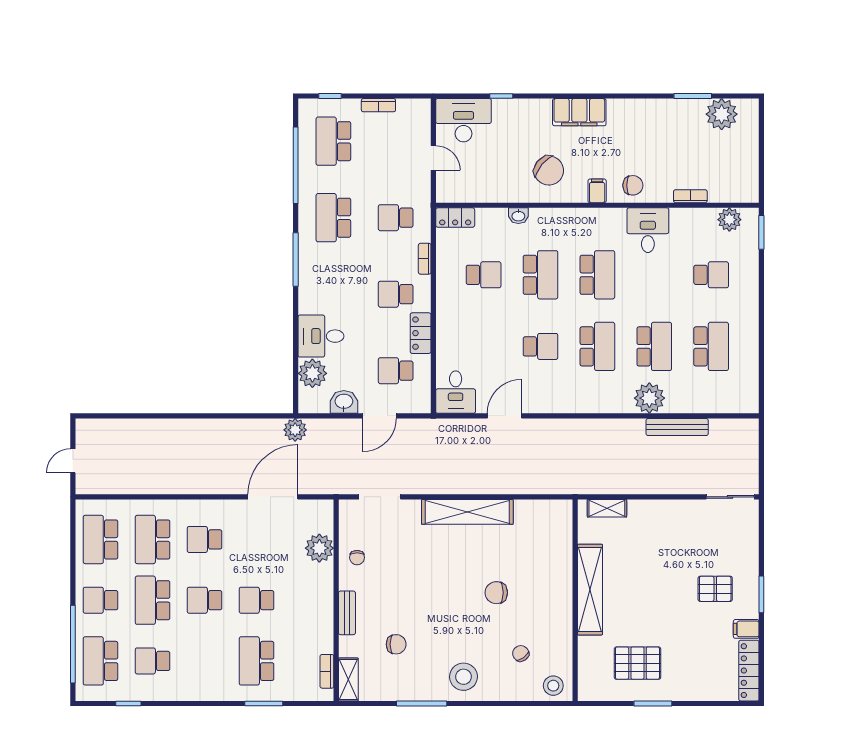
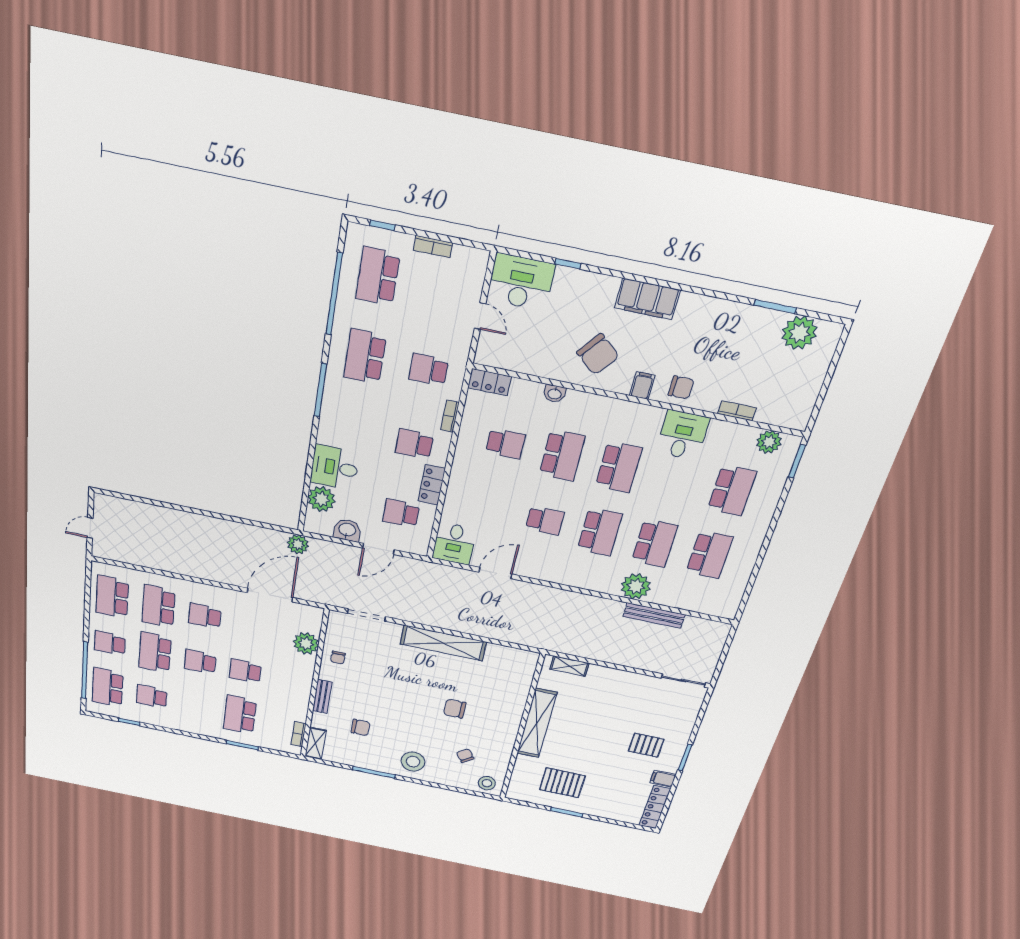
school desk: (711, 275) -> (732, 490), width x1.85

